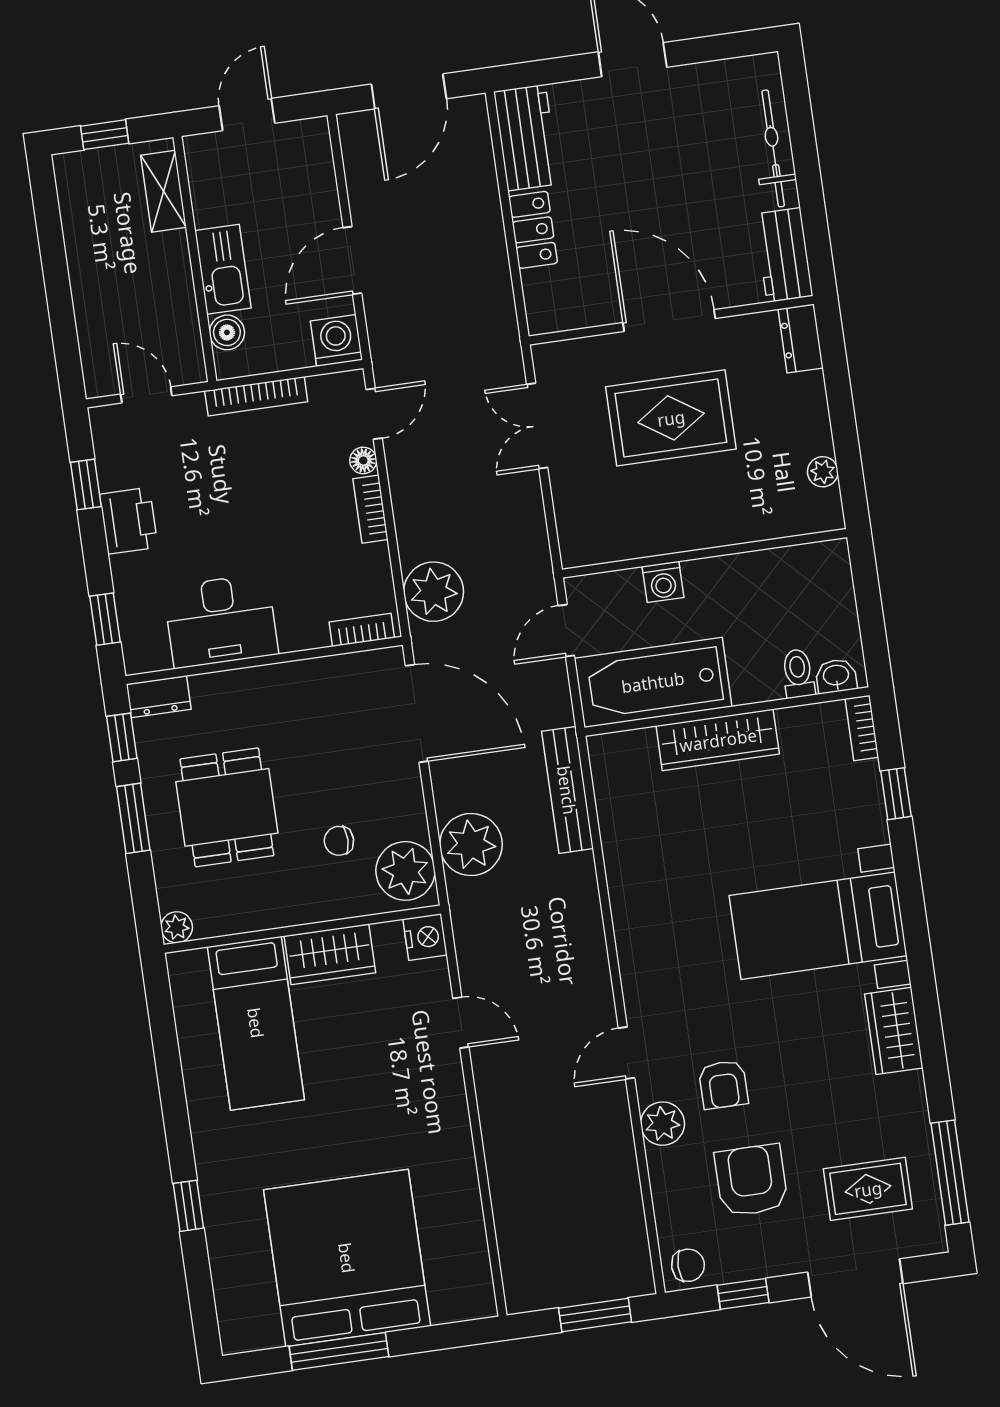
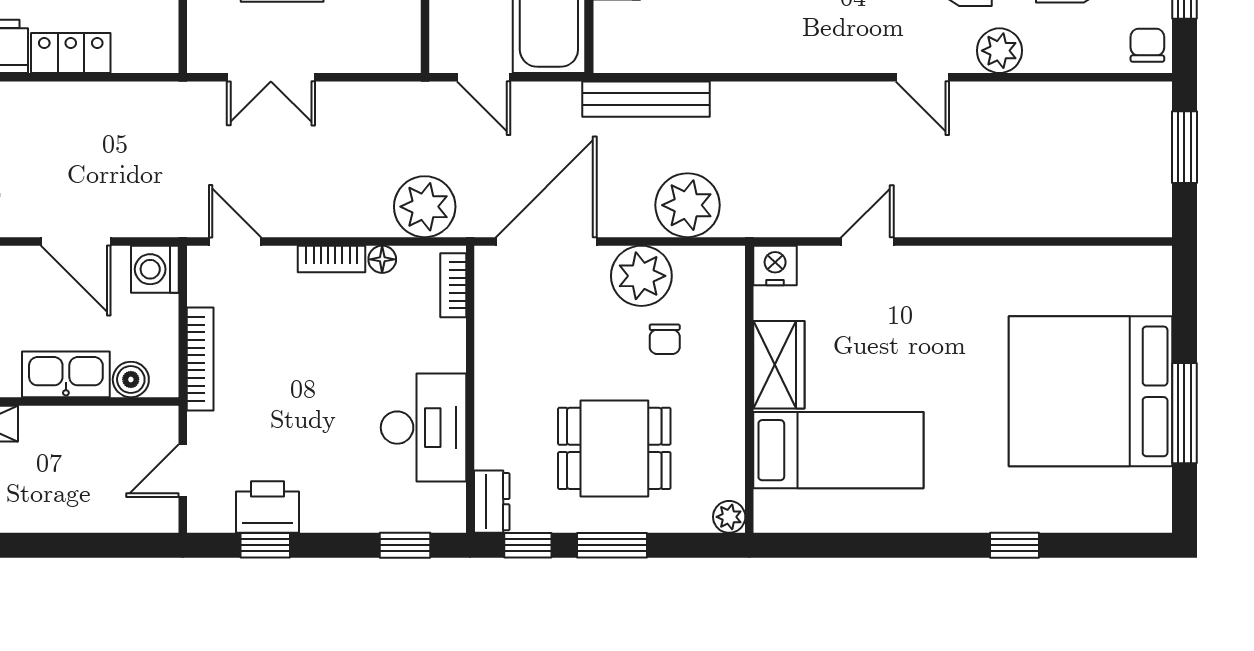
floor lamp: (363, 460) -> (382, 259), moved
printer: (129, 521) -> (268, 507), moved
plant: (405, 871) -> (641, 276), moved

